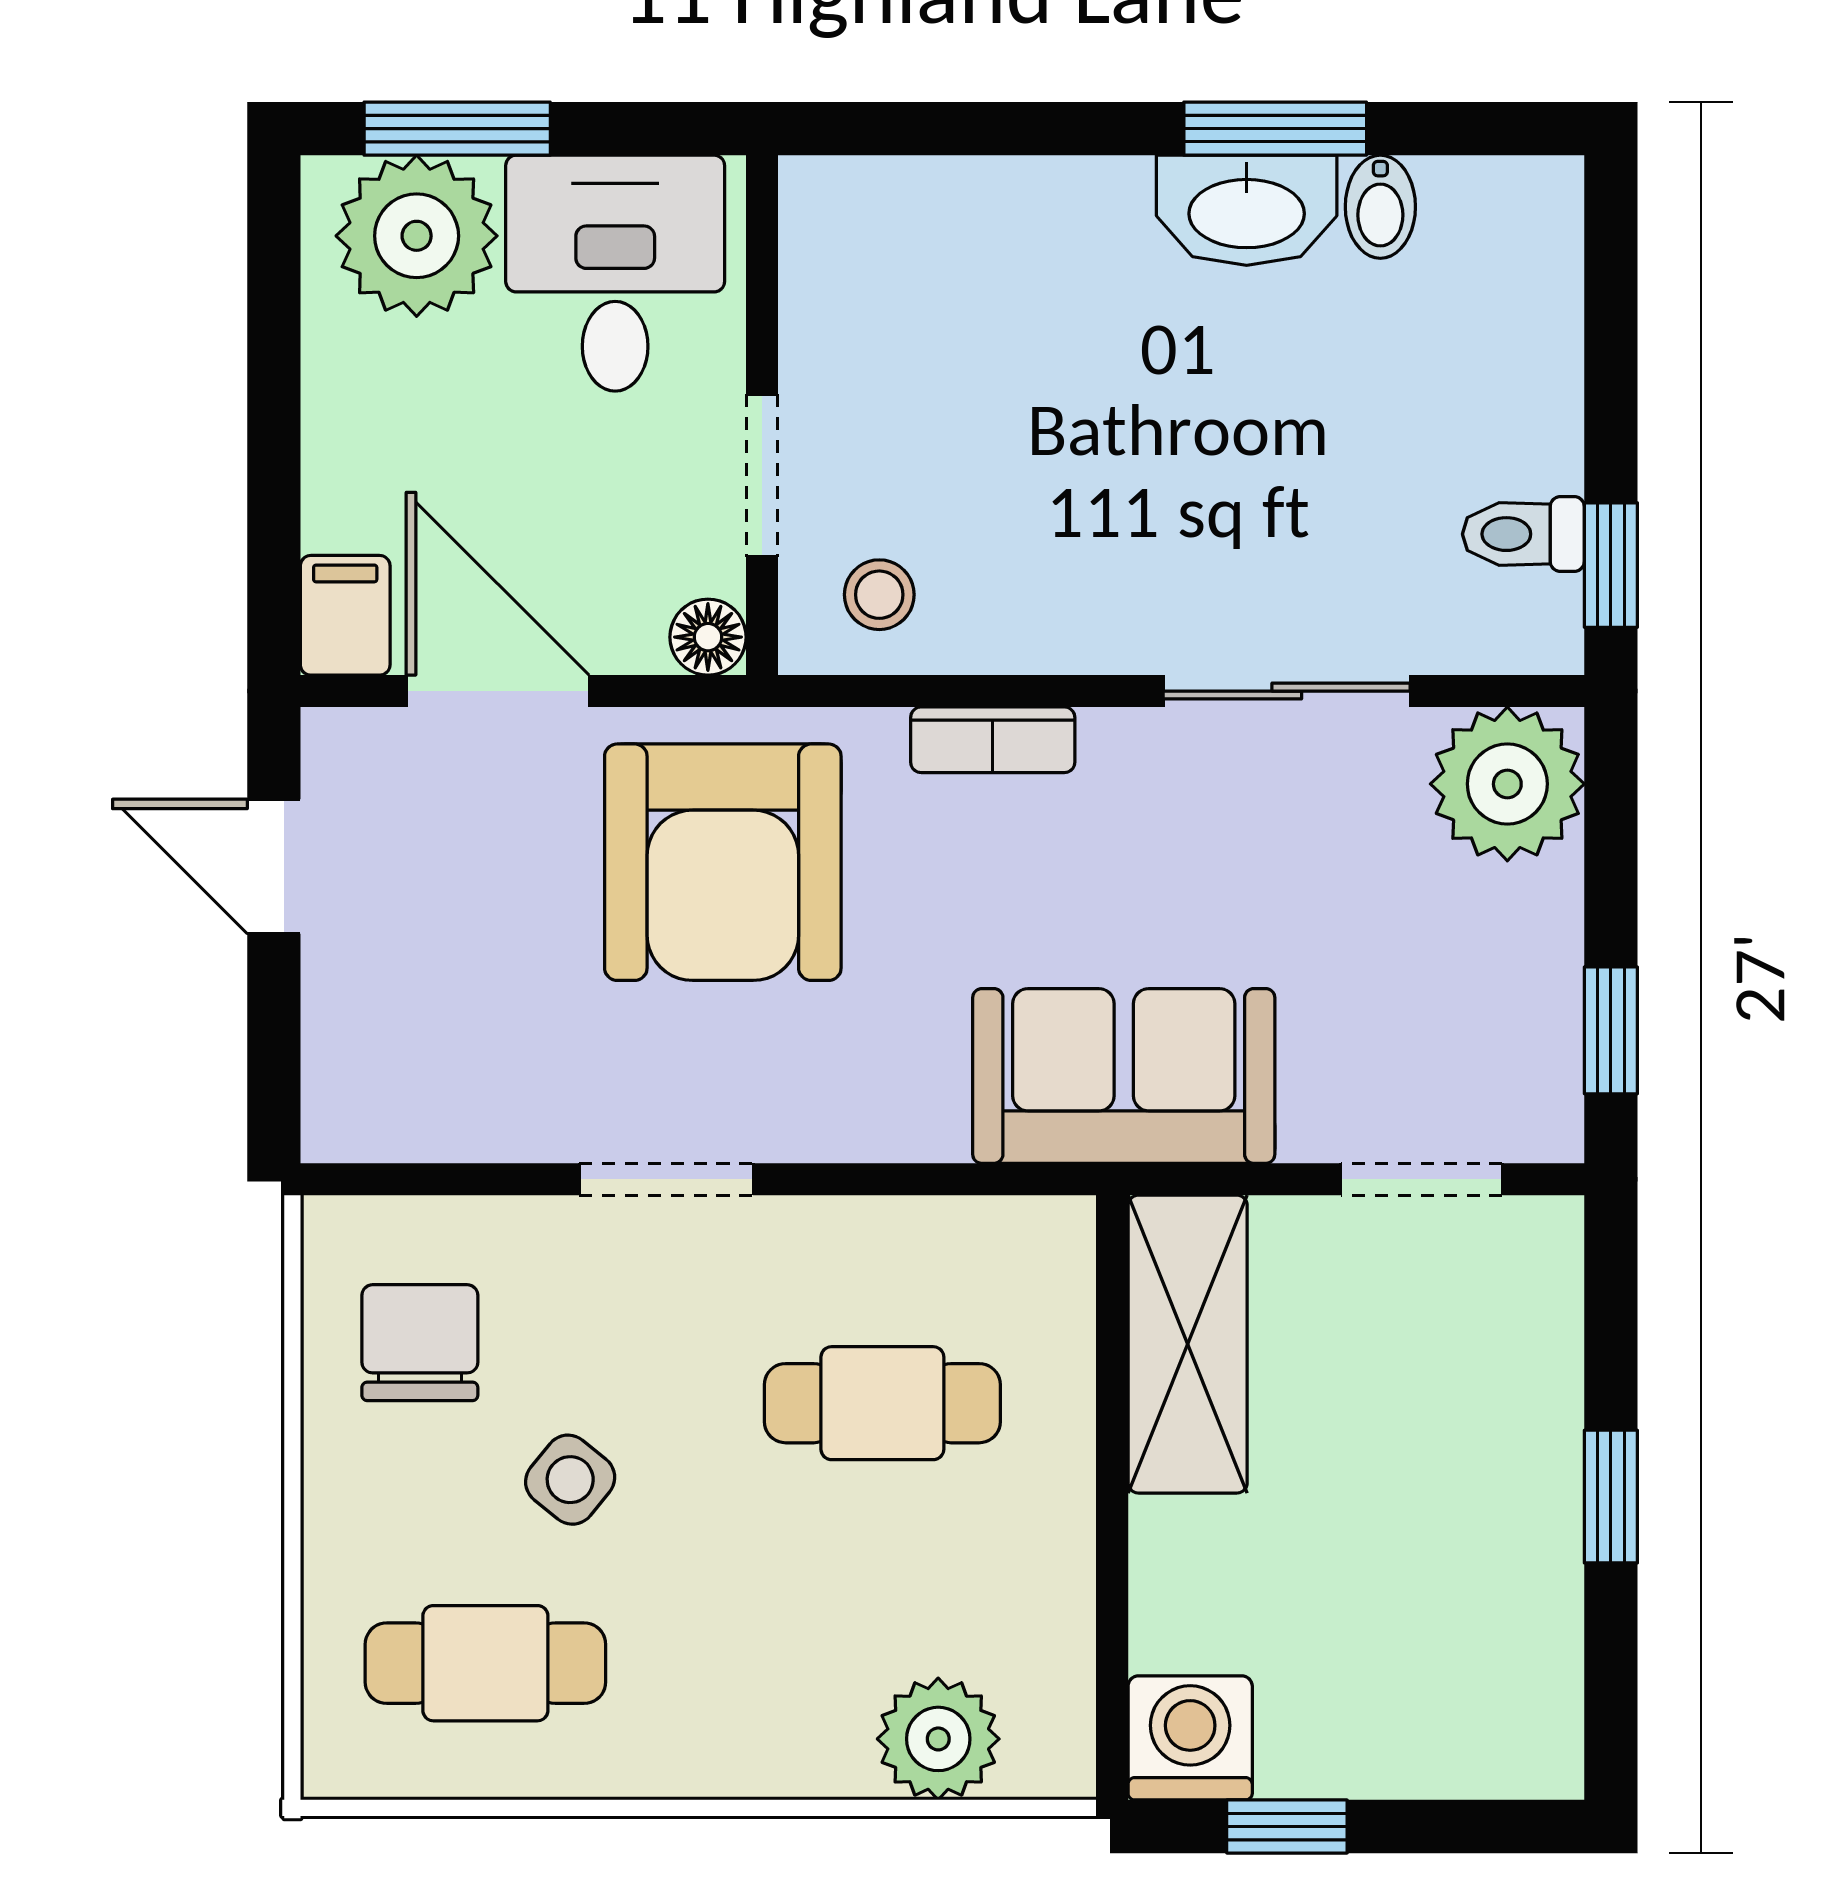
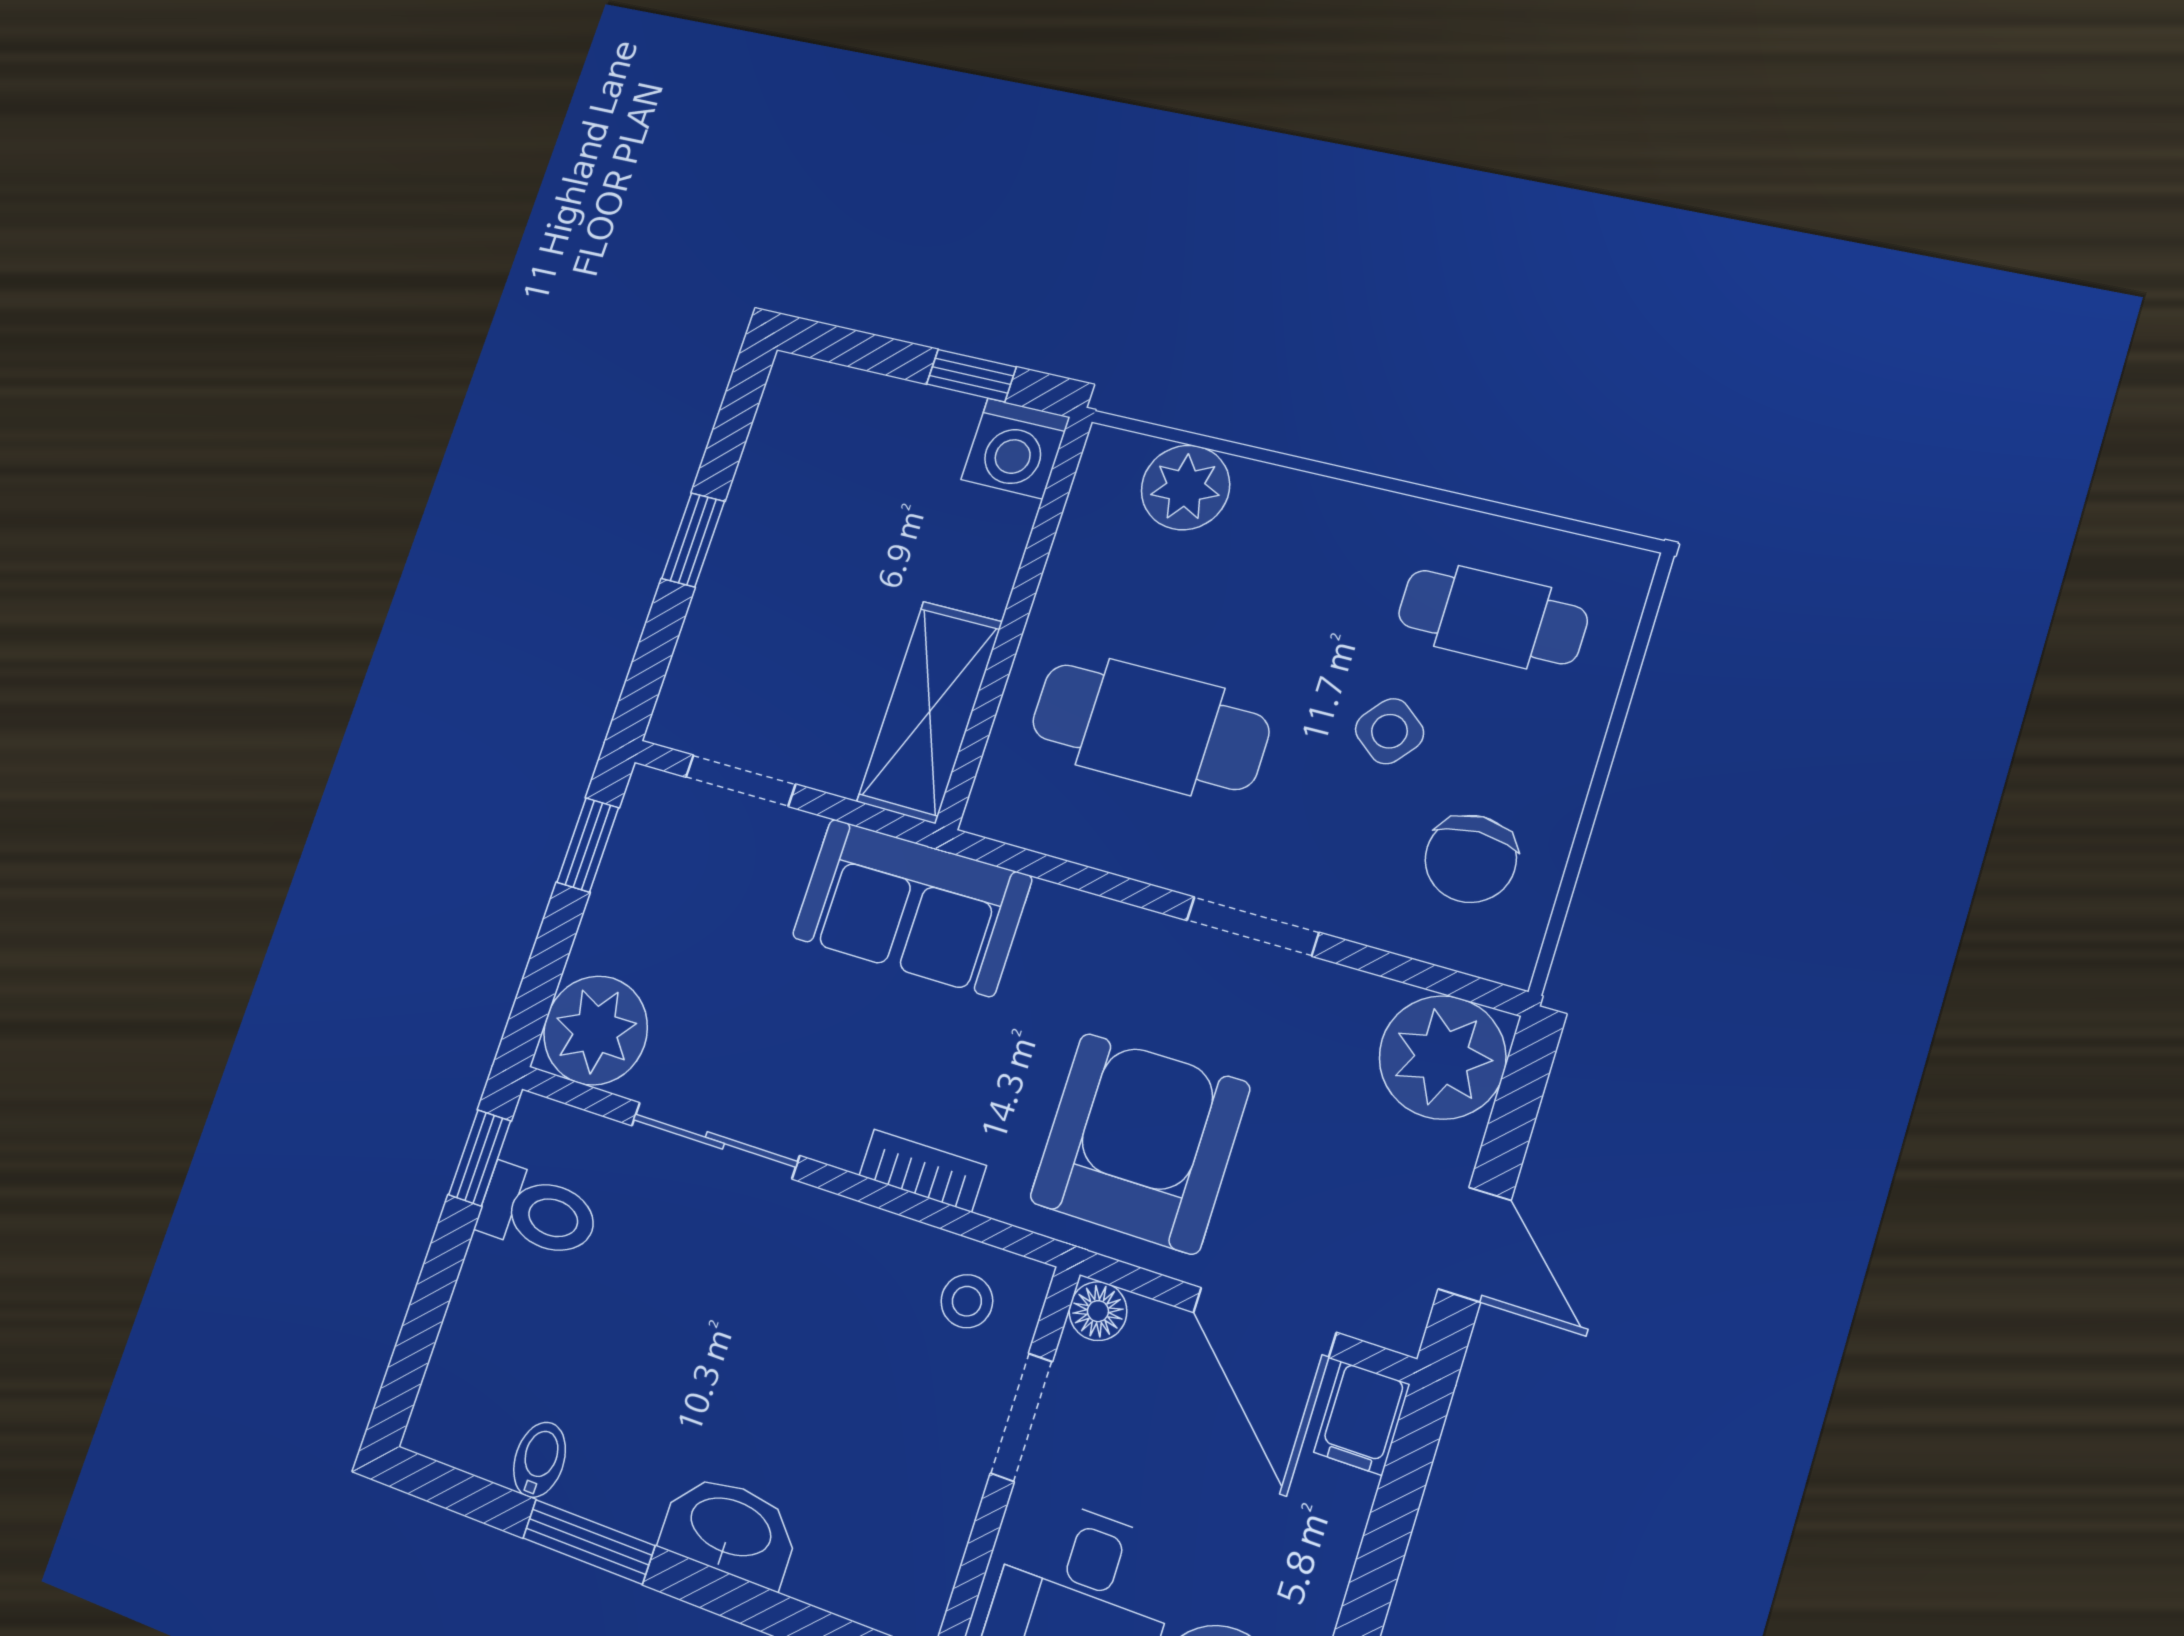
washbasin: (1247, 210) -> (730, 1529), moved
toilet: (1523, 534) -> (538, 1213), width x1.37, depth x1.39
plant: (380, 1083) -> (1442, 1057), added
cafe table: (882, 1403) -> (1150, 727), width x1.37, depth x1.35

